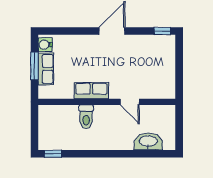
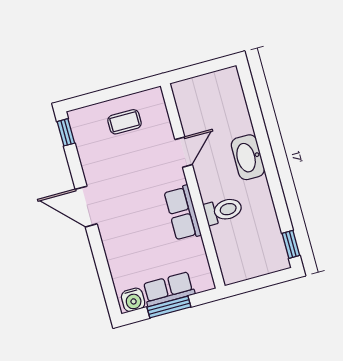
coffee table: (159, 70) -> (125, 122), added
washbasin: (148, 141) -> (248, 157), moved

